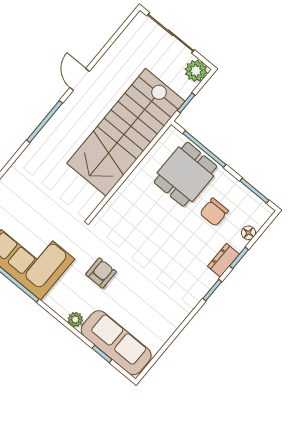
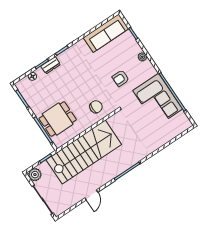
door: (80, 79) -> (91, 195), moved
chair: (214, 212) -> (96, 107), moved
sofa: (116, 343) -> (106, 33), moved, turned -90

